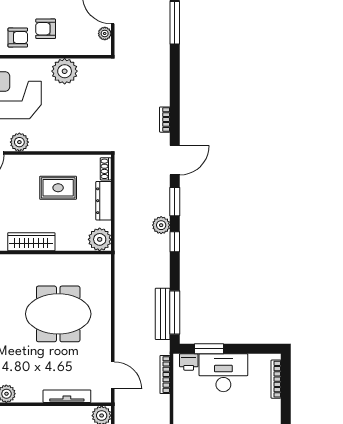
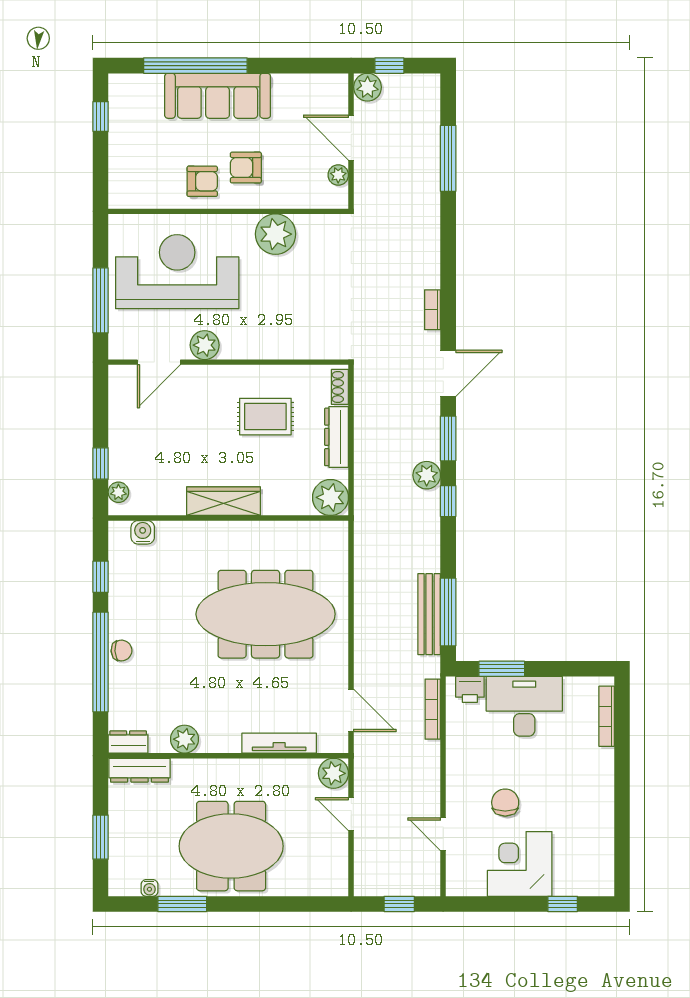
meeting table: (58, 314) -> (266, 614), width x1.36

